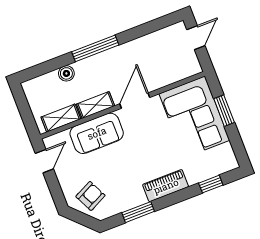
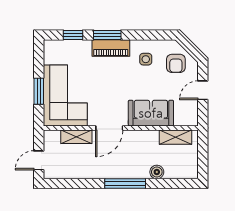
shelving: (96, 105) -> (76, 137), moved
door: (44, 161) -> (203, 90), moved
side table: (124, 188) -> (146, 59), added
armchair: (90, 196) -> (176, 63), turned -64
window: (138, 212) -> (107, 35), moved

